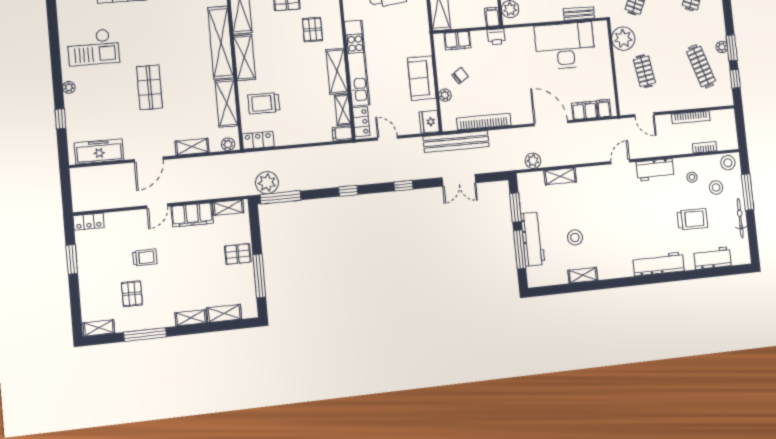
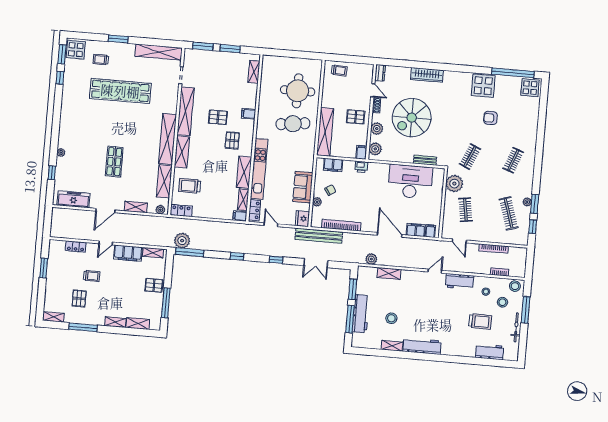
checkout: (93, 47) -> (81, 128), removed
locker: (89, 222) -> (76, 246), moved
workbench: (659, 264) -> (422, 346), moved

